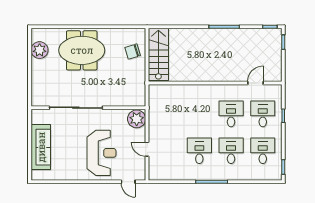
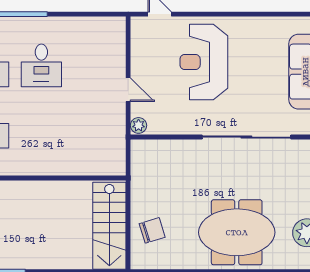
plant: (137, 119) -> (139, 125), width x0.53, depth x0.53
door: (147, 149) -> (128, 90), moved

